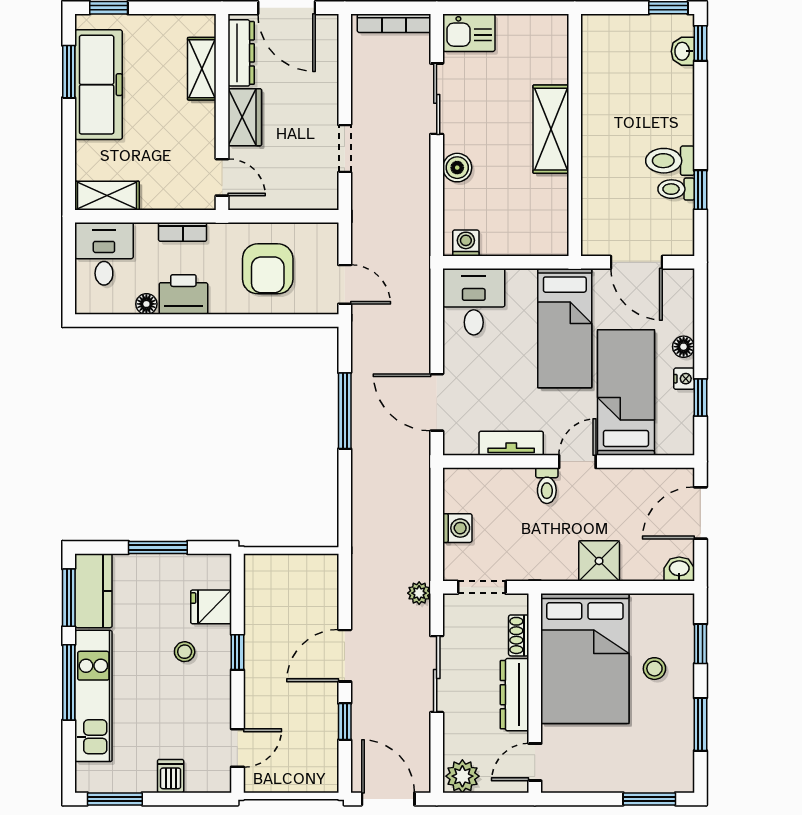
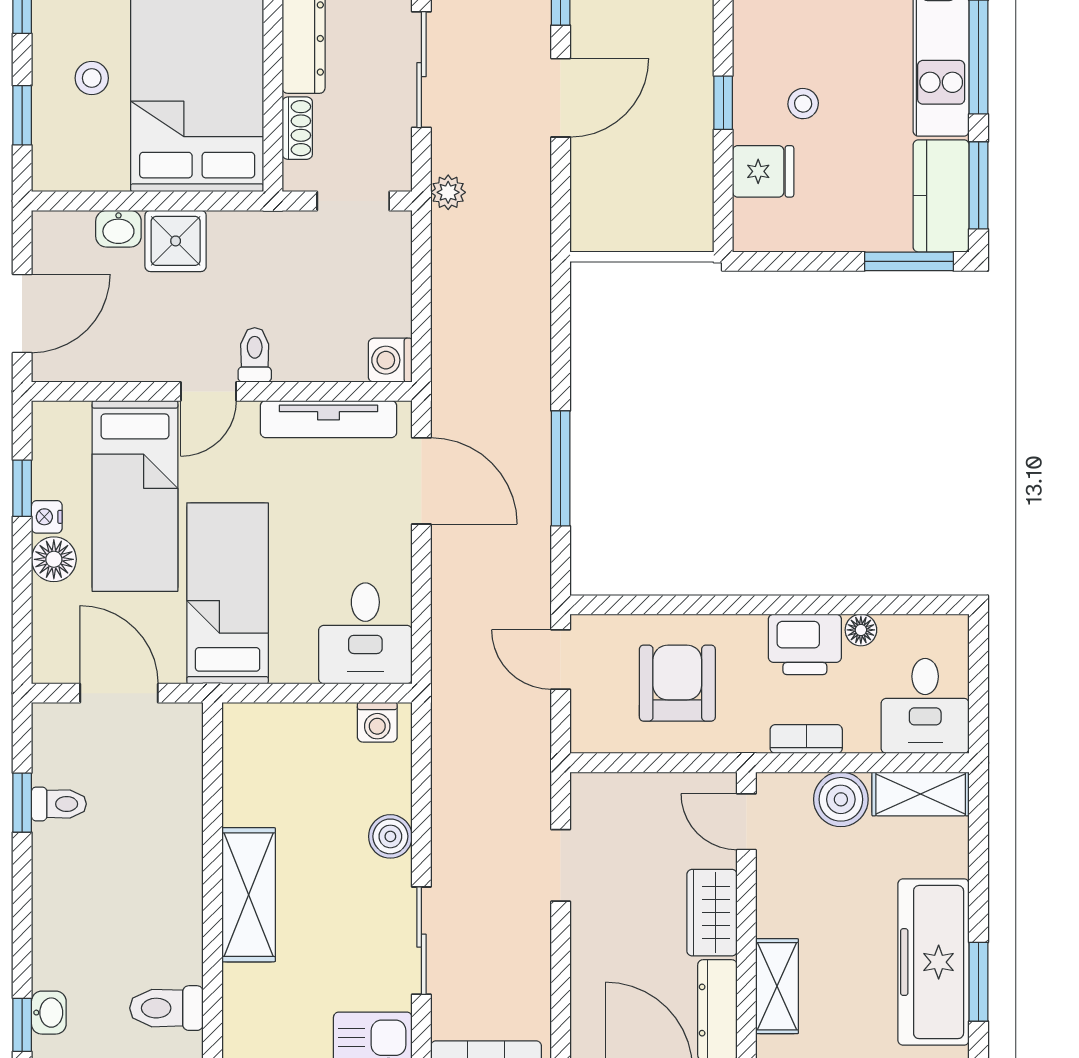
toilet: (670, 161) -> (166, 1008), moved, turned 180
boiler: (160, 192) -> (841, 799), added
floor lamp: (684, 347) -> (54, 559), width x1.37, depth x1.37
tv unit: (511, 443) -> (328, 419), width x1.41
washing machine: (457, 528) -> (390, 360), moved
window: (158, 547) -> (909, 261), moved
washbasin: (679, 569) -> (118, 229), moved

